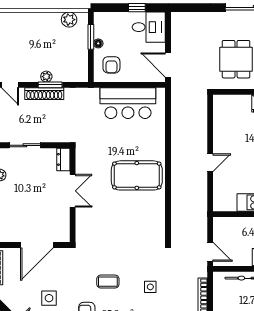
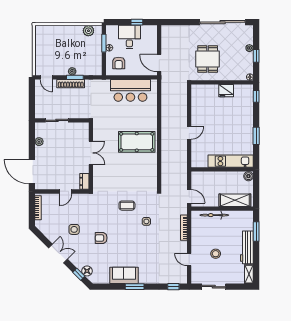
desk: (149, 27) -> (129, 37), moved, turned -90
dresser: (63, 159) -> (84, 181), moved
door: (37, 245) -> (65, 191), width x0.53
coffee table: (108, 282) -> (127, 206), moved

